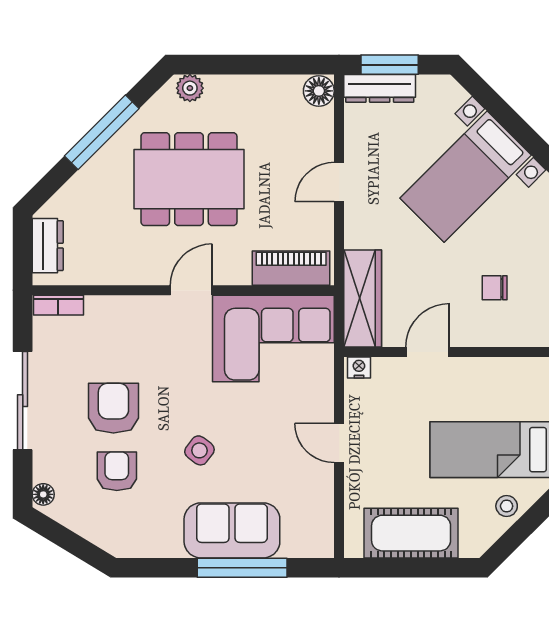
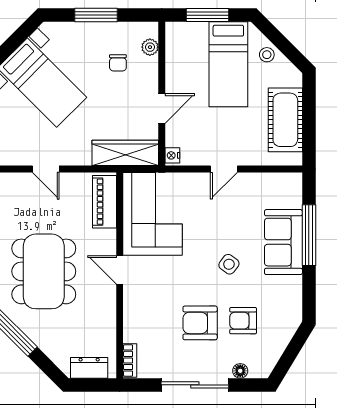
plant: (518, 335) -> (150, 47), added
door: (428, 352) -> (162, 109), swing flipped
floor lamp: (43, 494) -> (240, 371), moved

